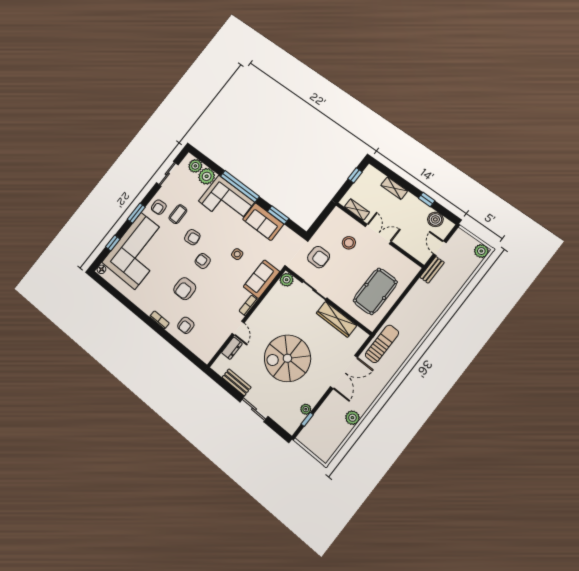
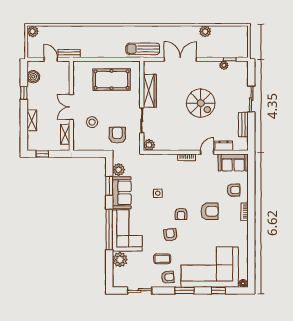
plant: (195, 166) -> (119, 170), moved
door: (440, 248) -> (51, 59), swing flipped
sofa: (261, 279) -> (233, 162), moved
spiral stairs: (287, 358) -> (201, 103), width x0.73, depth x0.73

